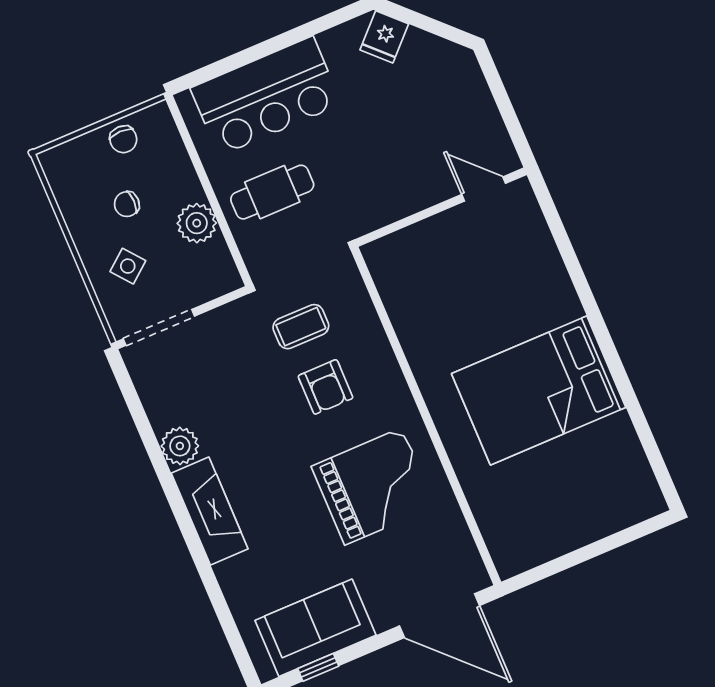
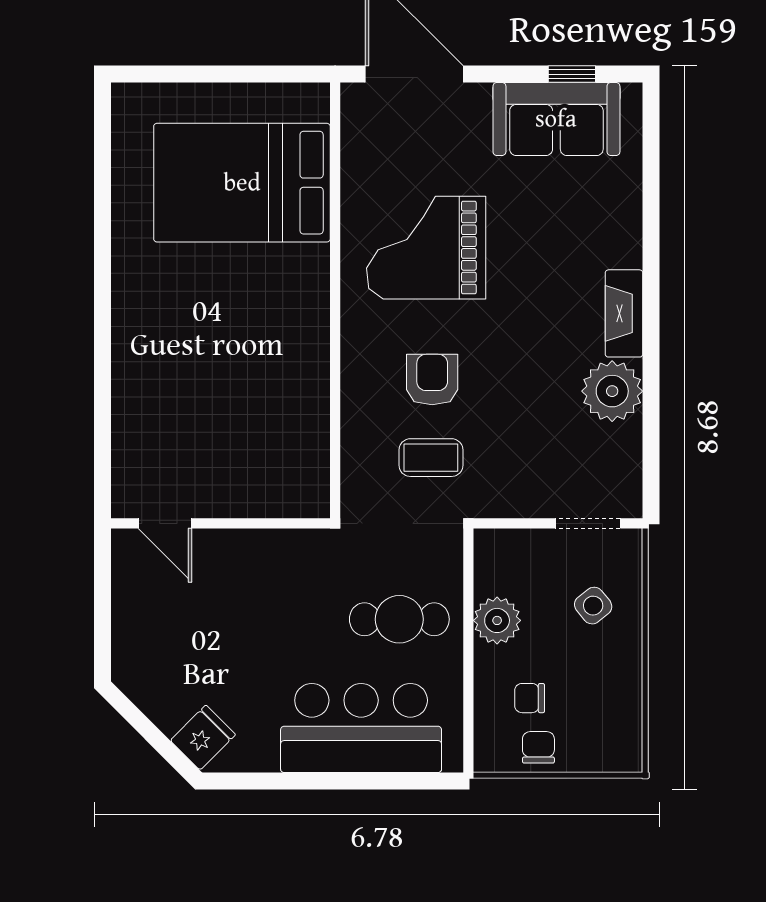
chair: (127, 204) -> (530, 698), moved, turned 180
doorway: (159, 327) -> (588, 523), width x0.73
bed: (539, 390) -> (242, 183), moved, turned 180
plant: (180, 446) -> (612, 391), width x1.36, depth x1.36
fireplace: (210, 511) -> (624, 313), width x0.73, depth x0.76

